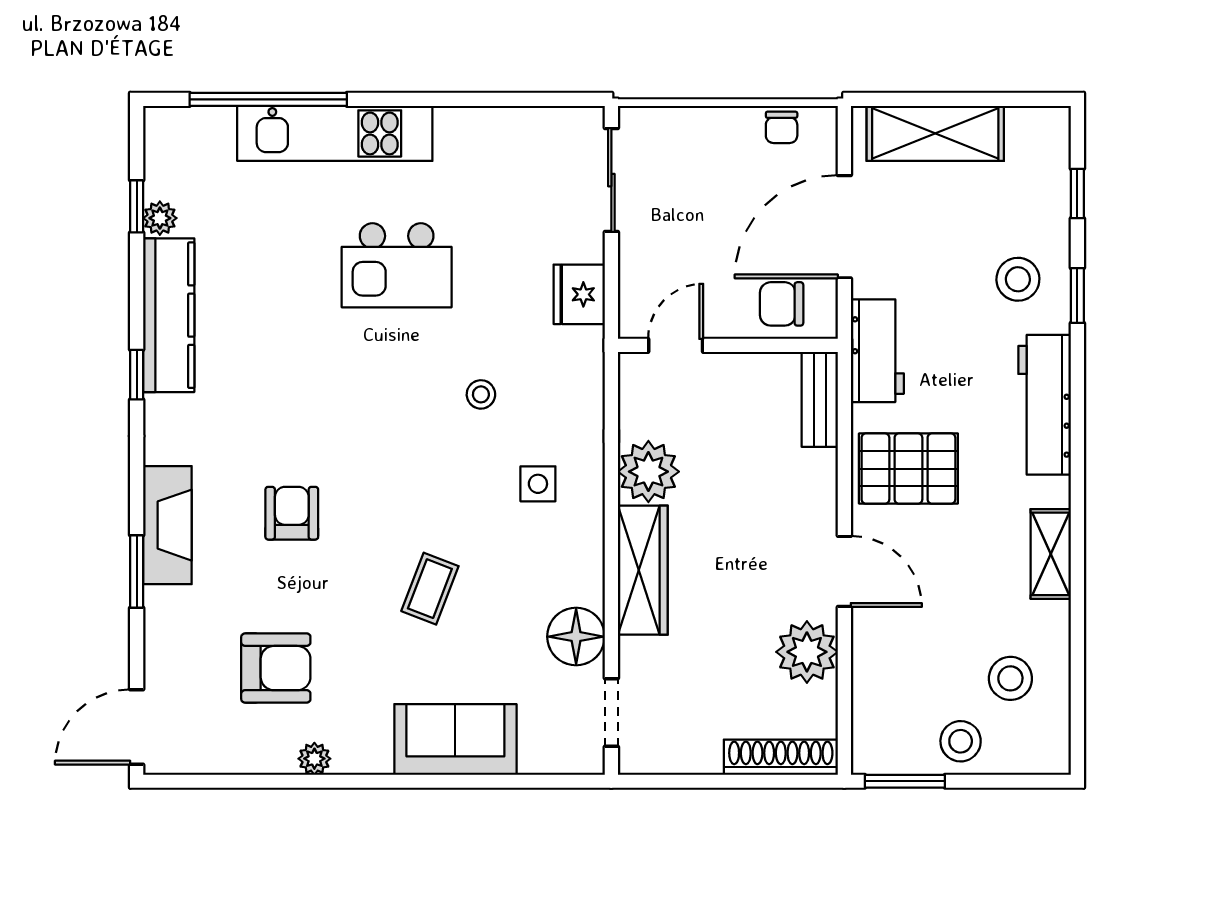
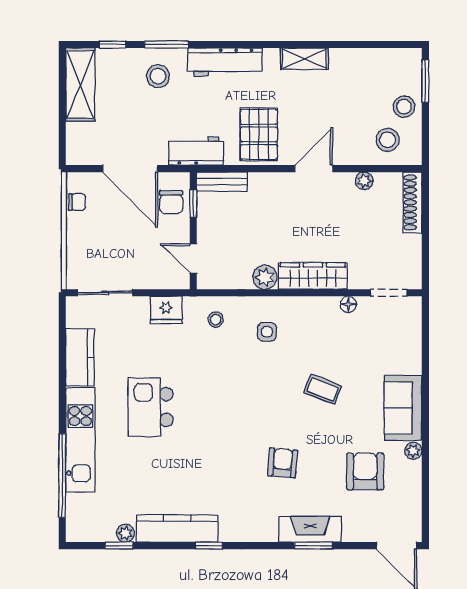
kitchen counter: (490, 133) -> (80, 358), added
shelving: (935, 133) -> (80, 85), moved
kitchen island: (397, 265) -> (151, 407), turned 180
window: (1077, 295) -> (167, 45), width x1.50
window: (779, 345) -> (193, 203), added
stool: (481, 394) -> (216, 320), moved
plant: (648, 472) -> (265, 277), width x0.73, depth x0.73
armchair: (292, 513) -> (283, 463), turned 95
fireplace: (167, 525) -> (310, 529), moved
floor lamp: (576, 637) -> (348, 304), width x0.53, depth x0.53
plant: (807, 652) -> (364, 181), width x0.53, depth x0.53
stool: (1010, 678) -> (388, 140), moved
sofa: (455, 739) -> (403, 408), moved
window: (905, 781) -> (425, 81), moved

